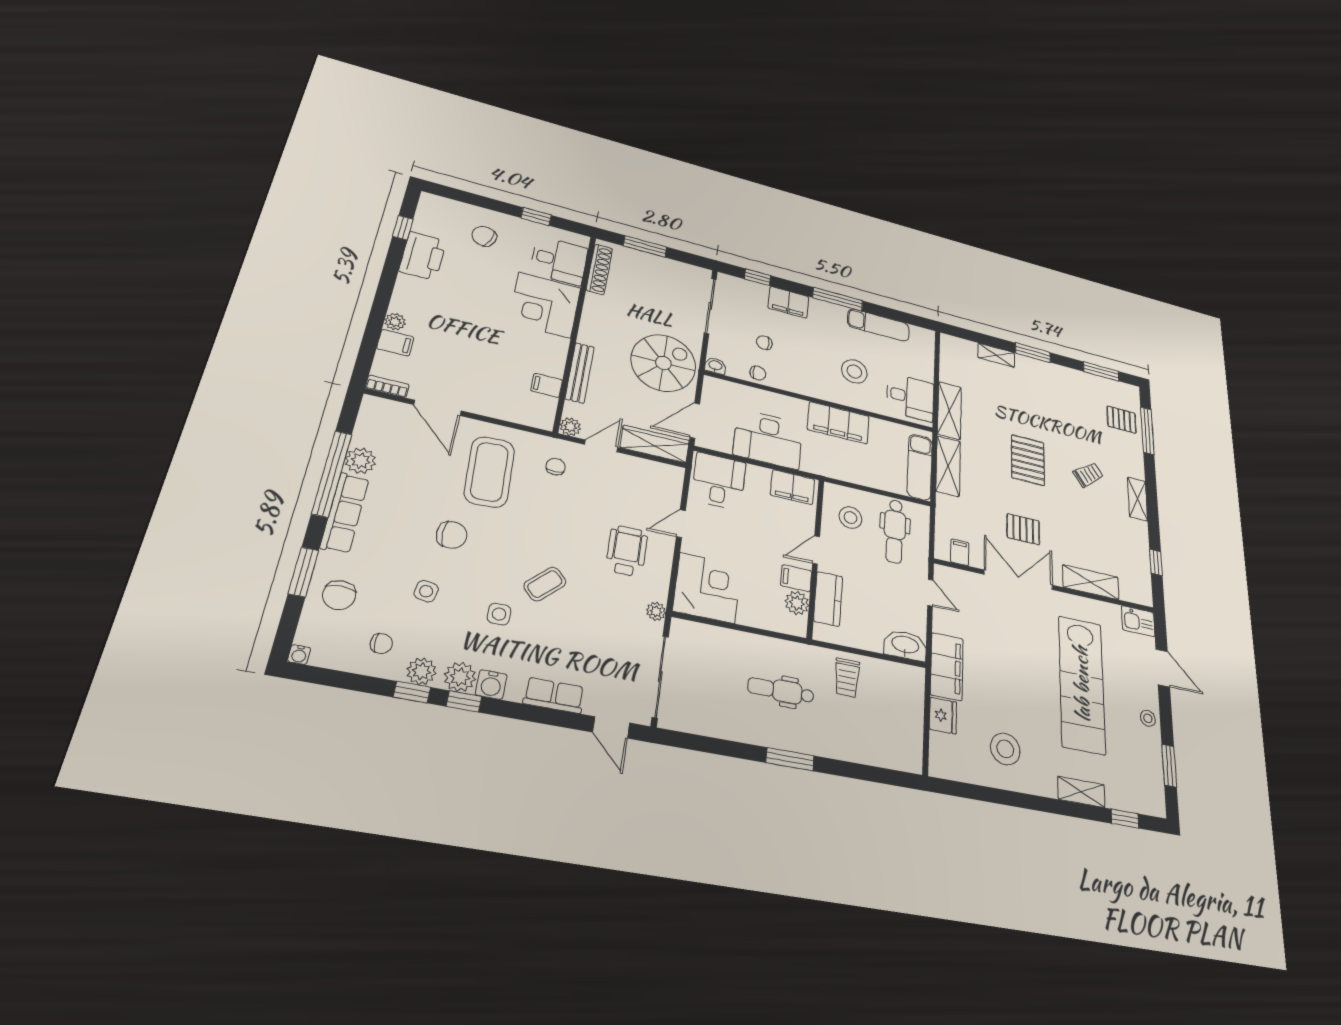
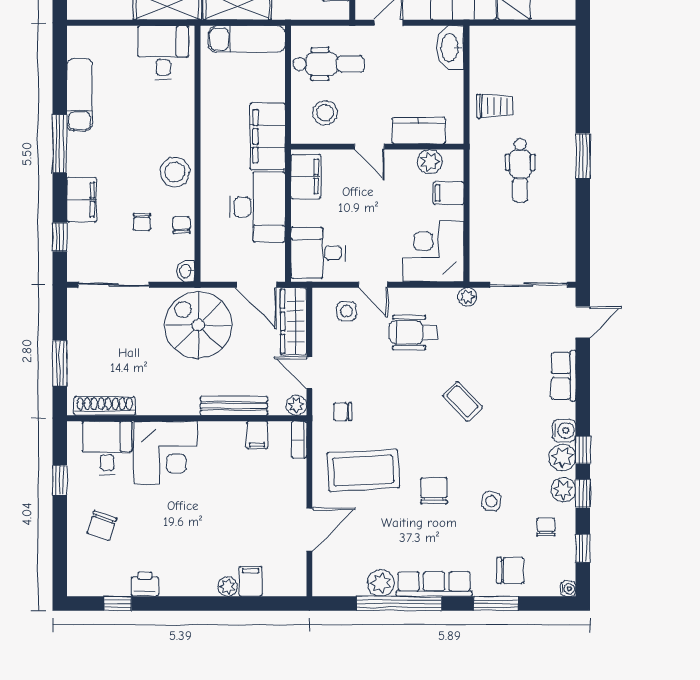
printer: (423, 256) -> (145, 584), width x0.53, depth x0.68
stool: (854, 371) -> (175, 172), moved
bookcase: (387, 386) -> (299, 440), moved
filing cabinet: (838, 423) -> (268, 136), moved, turned 180
filing cabinet: (796, 578) -> (448, 193), moved, turned 90
side table: (499, 614) -> (346, 311), moved
window: (345, 680) -> (583, 548), added

